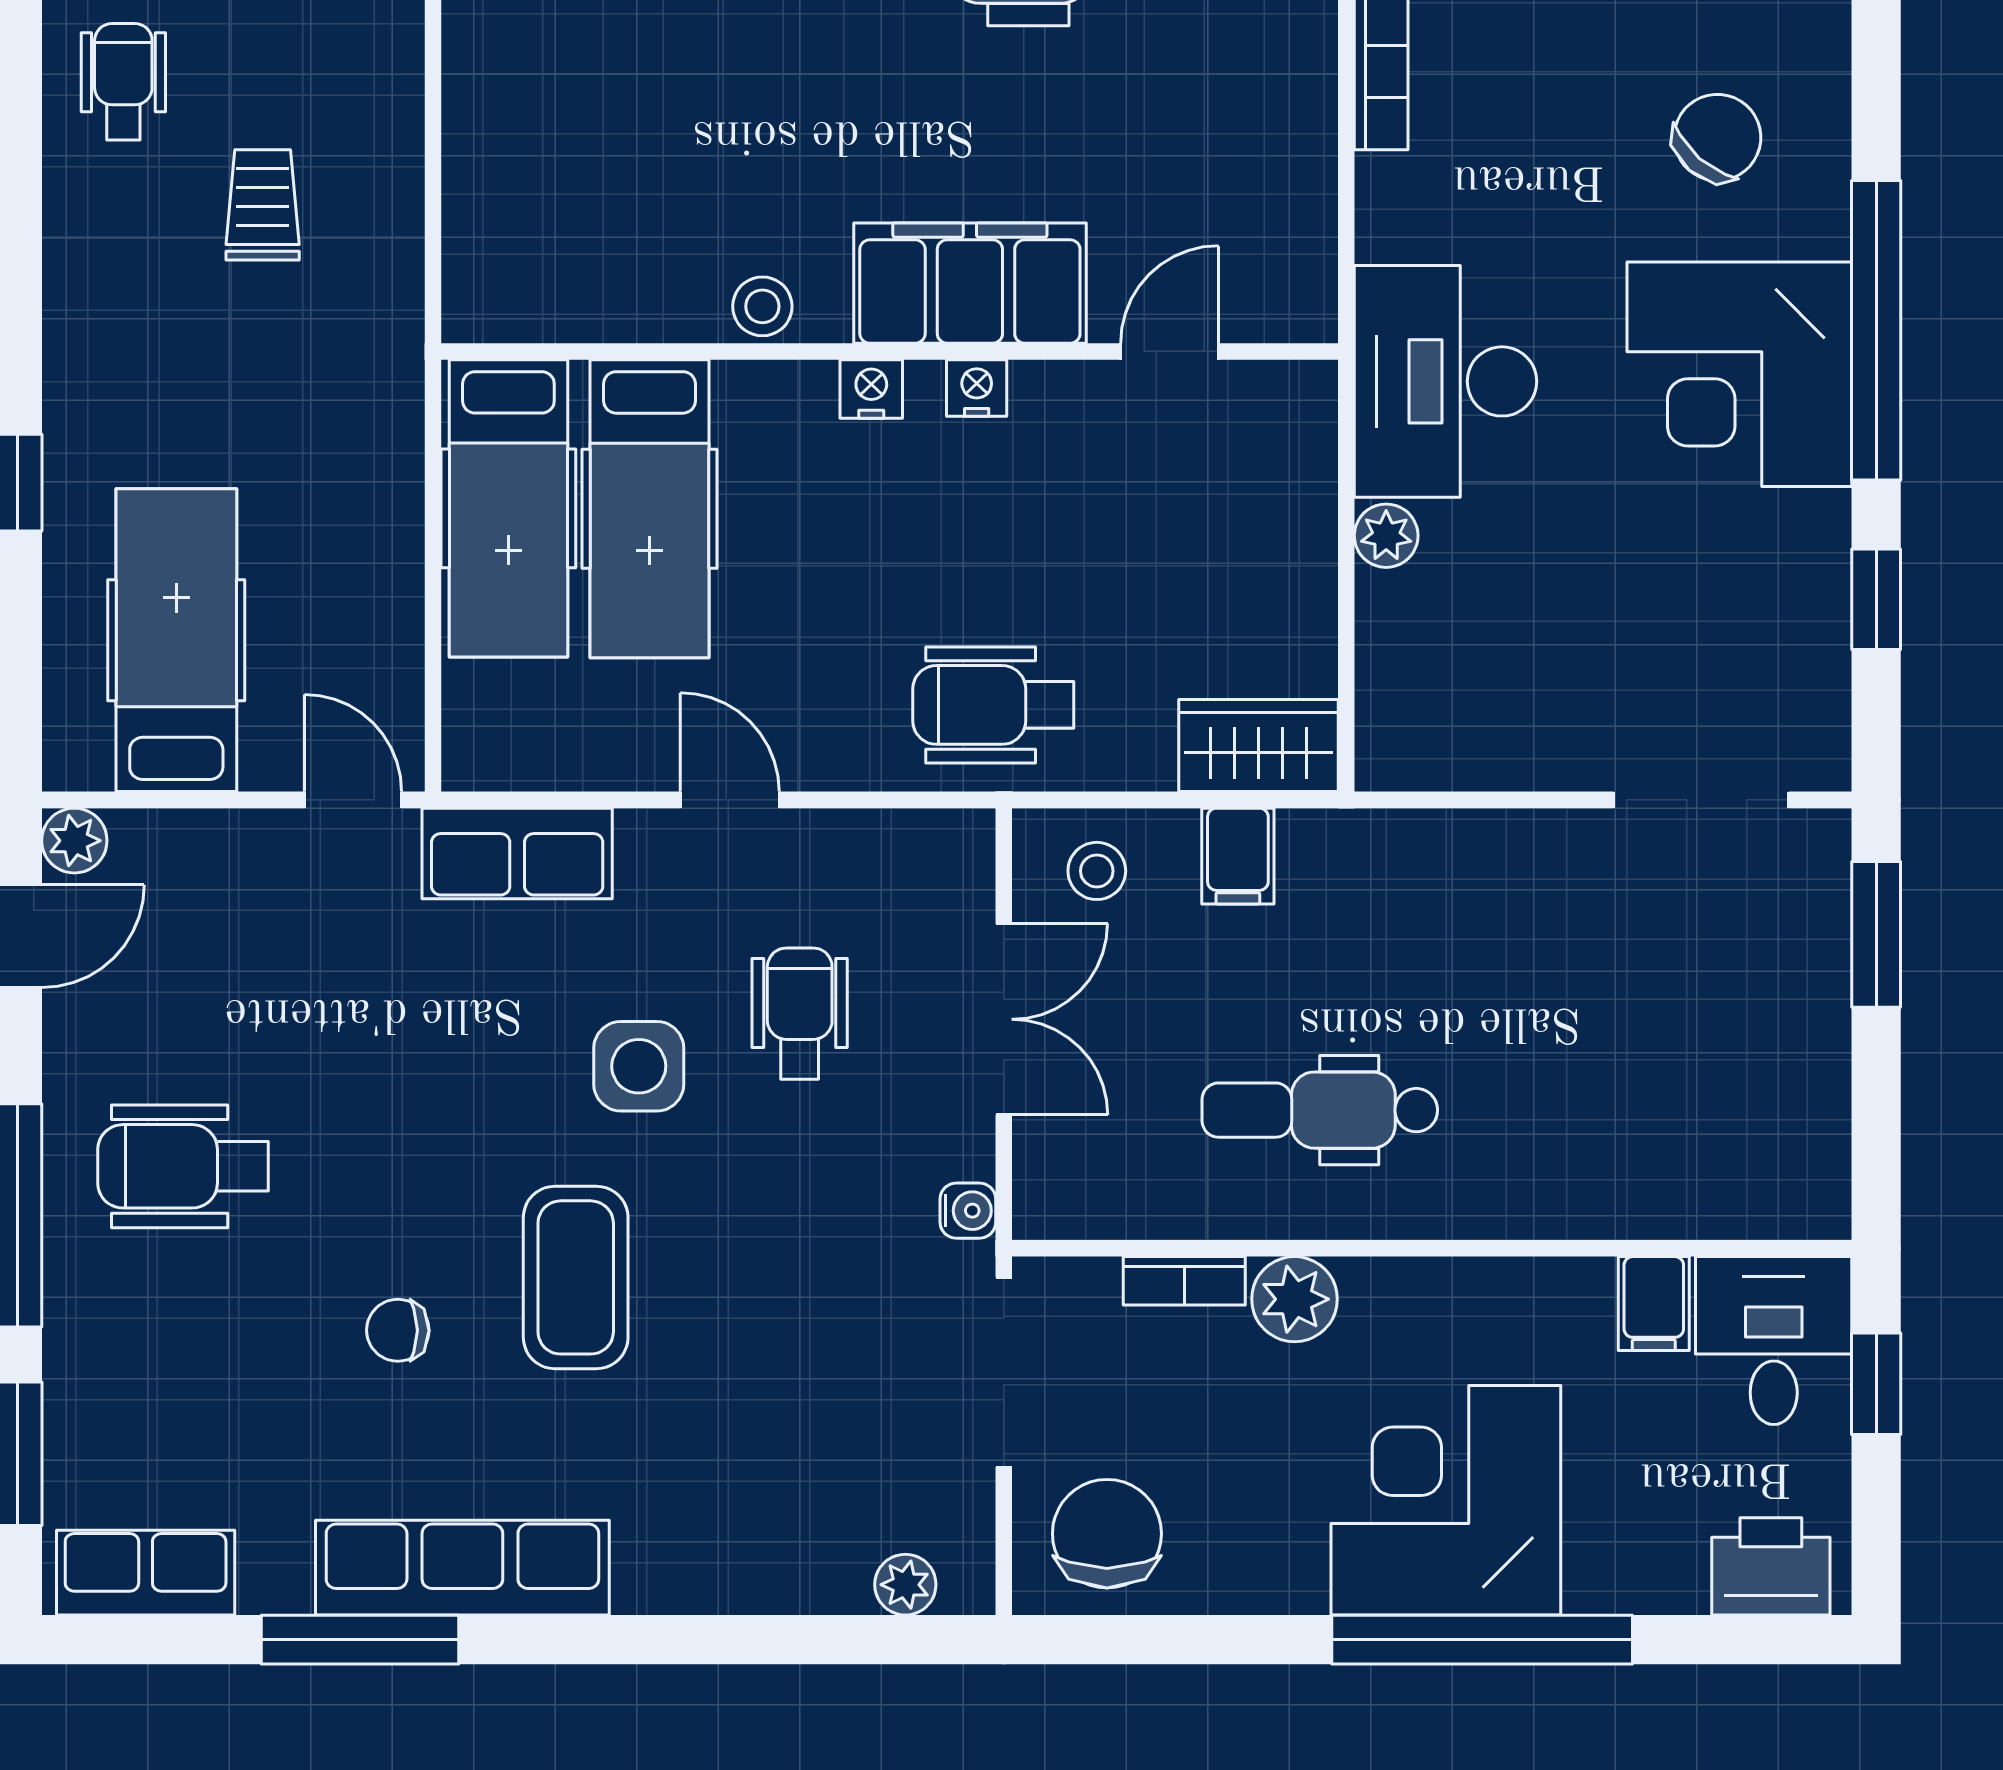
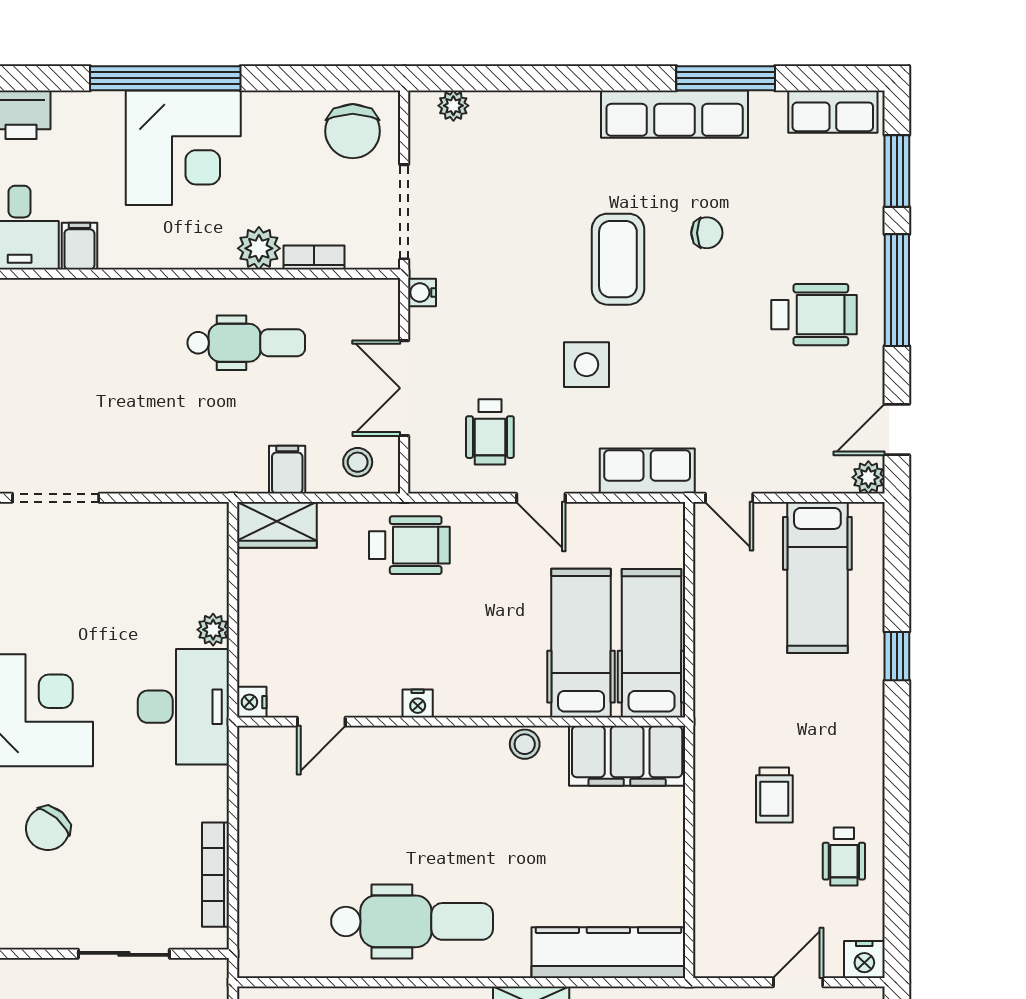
filing cabinet: (970, 283) -> (627, 756), moved
nightstand: (871, 389) -> (252, 702), moved, turned 90
wheelchair: (800, 1013) -> (490, 432), moved

